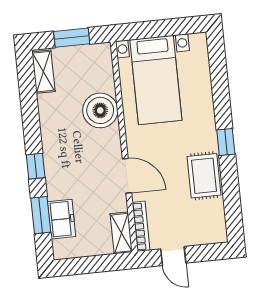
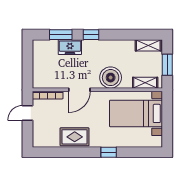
boiler: (100, 110) -> (111, 78), moved
window: (226, 142) -> (109, 152), moved
freezer: (62, 219) -> (70, 47), moved
shelving: (121, 233) -> (145, 83), moved

